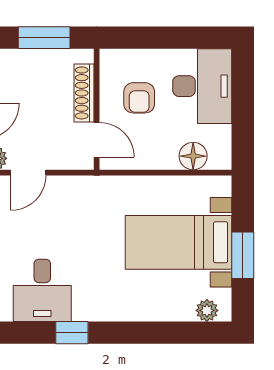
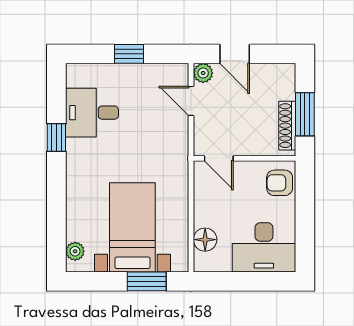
shoe rack: (84, 93) -> (287, 126), moved, turned -90
armchair: (139, 98) -> (280, 183), moved
door: (97, 140) -> (219, 158), hinge flipped
window: (243, 255) -> (147, 281), moved

